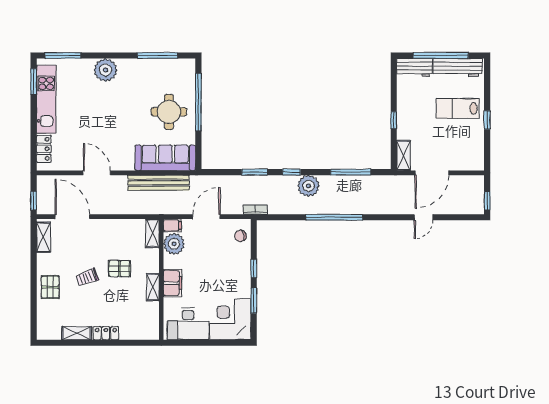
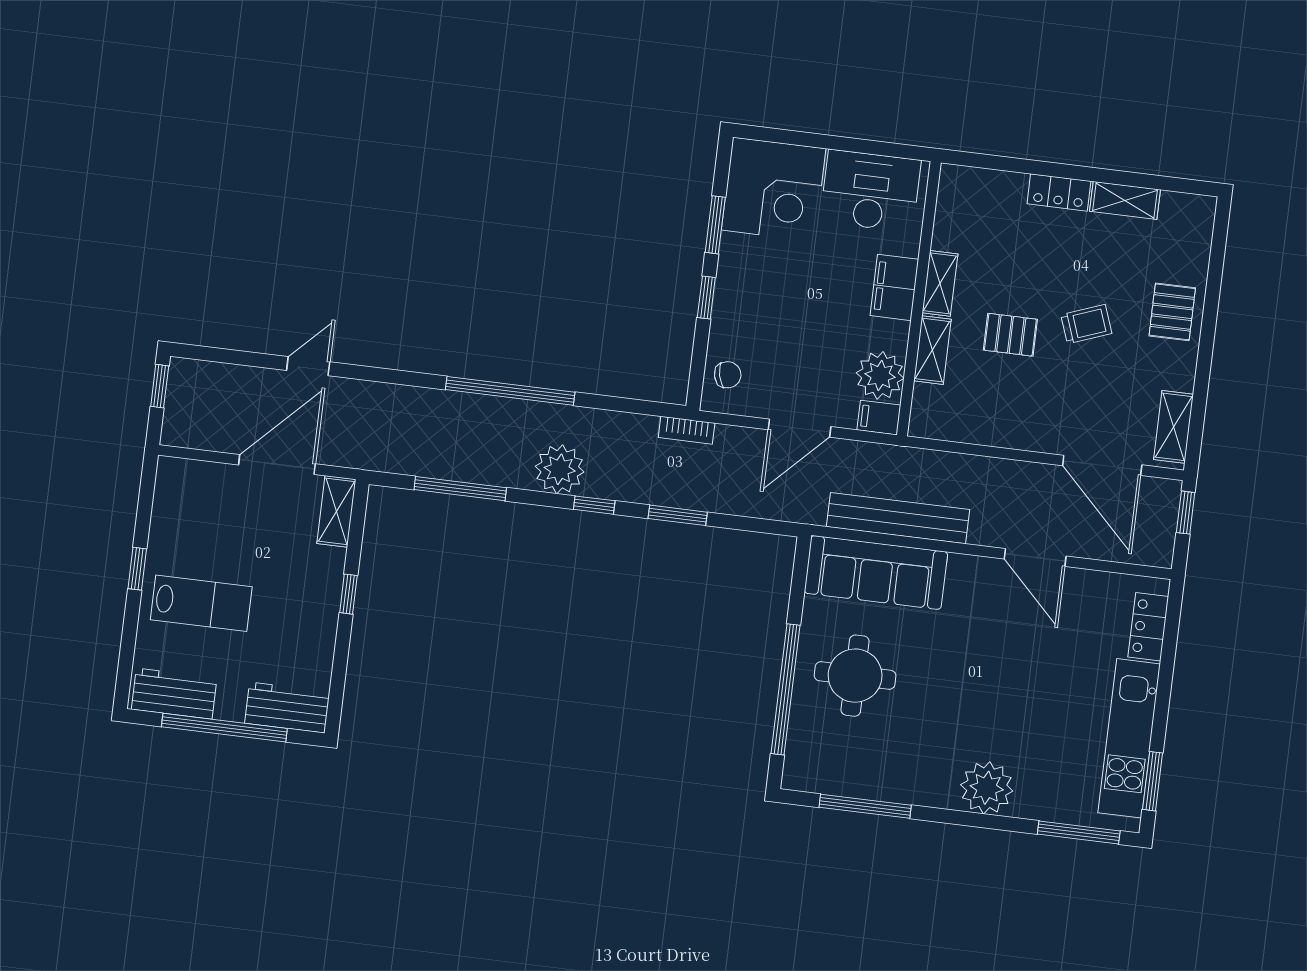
workbench: (458, 68) -> (174, 694), width x0.73
shelving: (153, 233) -> (932, 350), moved

